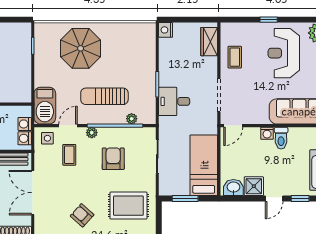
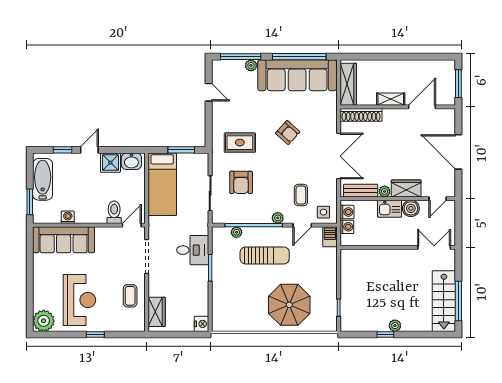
barbecue: (45, 106) -> (330, 237), width x0.53, depth x0.65
washing machine: (267, 133) -> (68, 217), moved
toilet: (281, 138) -> (114, 212), moved
armchair: (113, 159) -> (241, 182), moved
rug: (128, 206) -> (240, 143), width x0.73, depth x0.70

